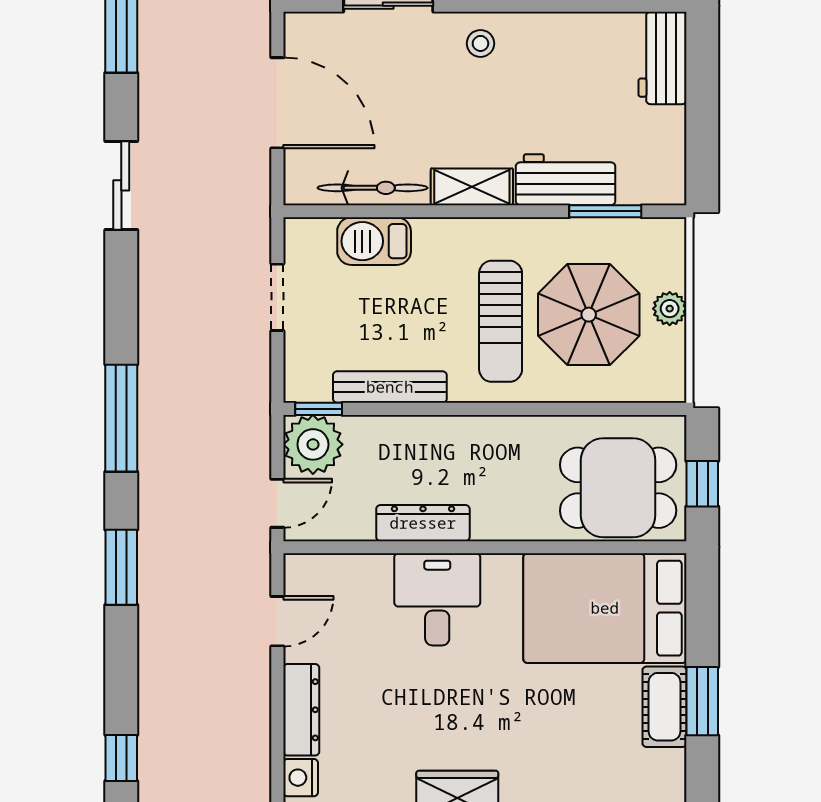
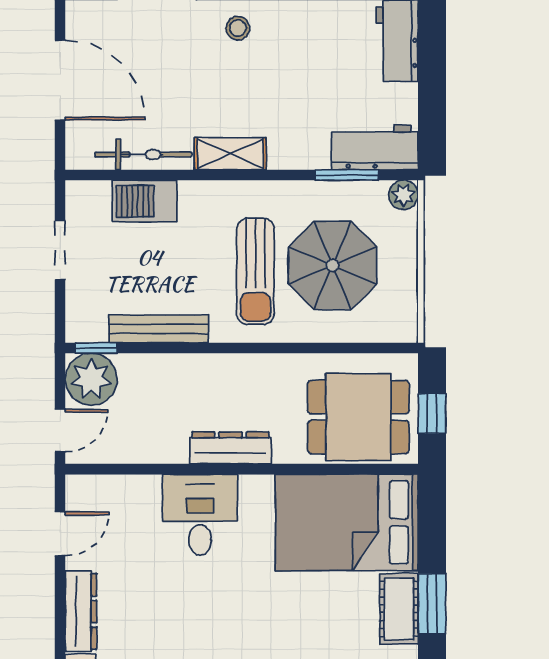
workbench: (566, 180) -> (375, 147), moved
plant: (670, 309) -> (403, 195), moved
dresser: (423, 523) -> (230, 448), moved

